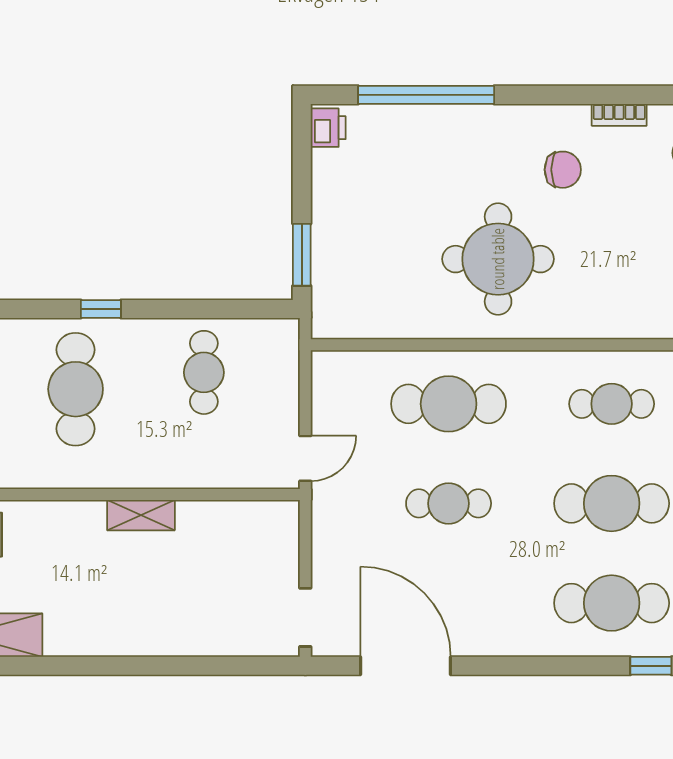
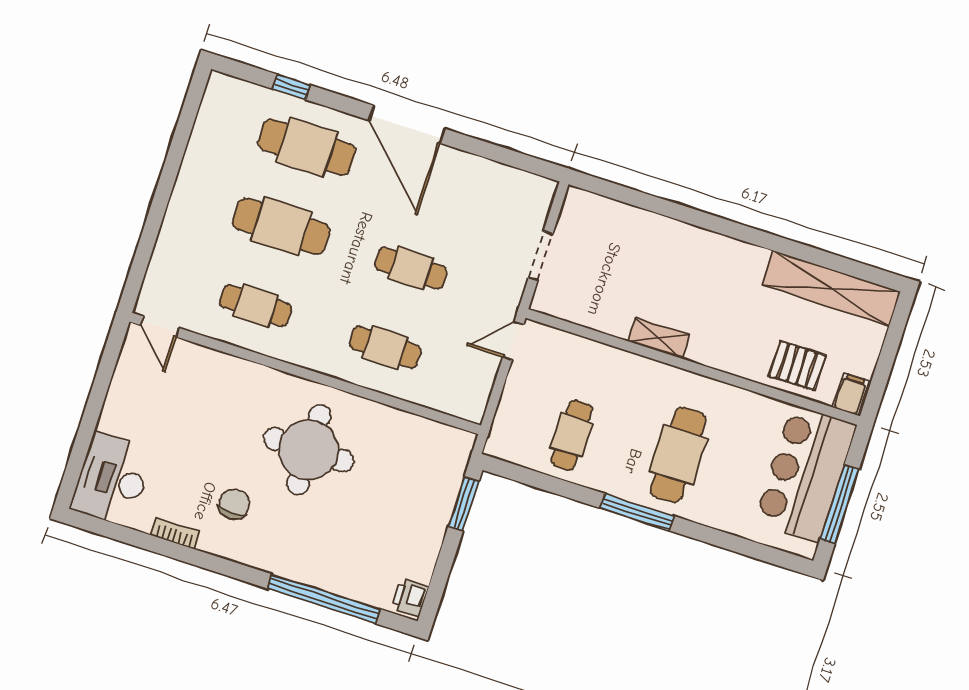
chair: (563, 170) -> (234, 504), turned 90
window: (101, 309) -> (637, 512), width x2.17
cafe table: (449, 404) -> (385, 347), width x0.73, depth x0.74
doorway: (305, 617) -> (541, 256), moved
door: (406, 666) -> (407, 124), moved

